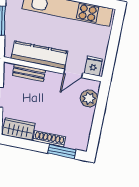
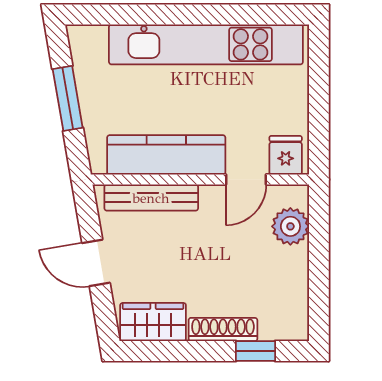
bench: (29, 73) -> (151, 198), width x1.36
window: (62, 151) -> (256, 351), width x0.67

